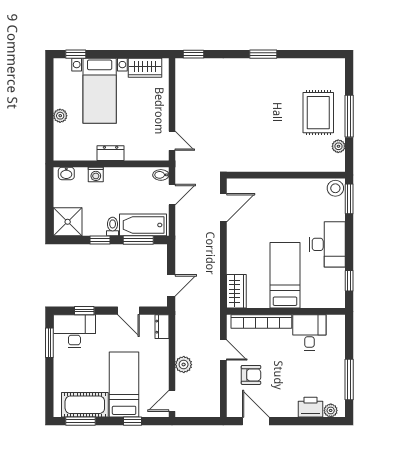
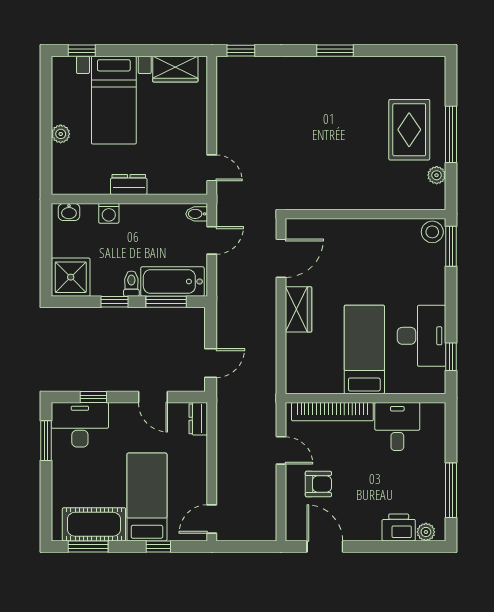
desk: (327, 244) -> (421, 336), moved
wardrobe: (236, 291) -> (298, 309), moved
plant: (184, 365) -> (227, 470), removed

